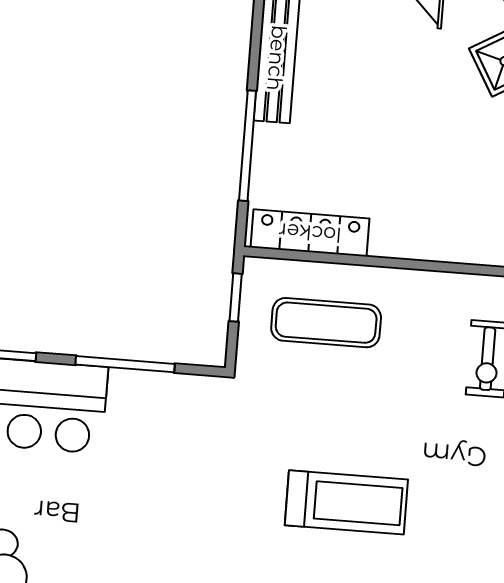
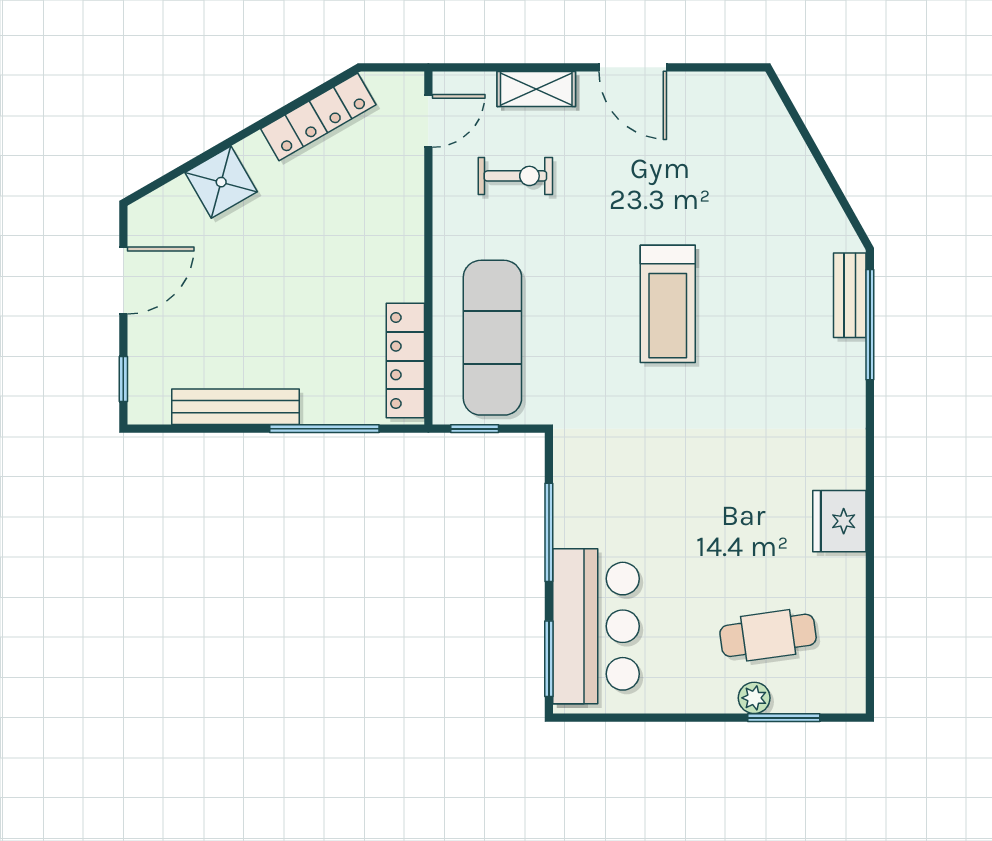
exercise mat: (326, 323) -> (492, 338), width x1.36, depth x1.45
treadmill: (346, 502) -> (668, 304), turned 180

